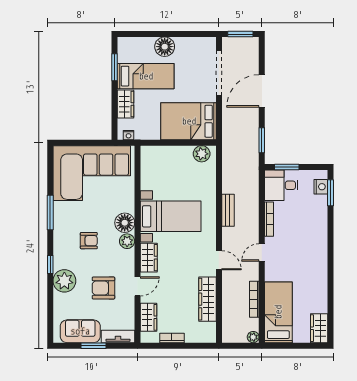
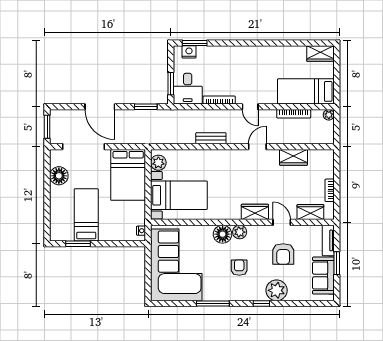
floor lamp: (165, 47) -> (59, 176), moved
wardrobe: (126, 104) -> (112, 233), removed
bed with nightstands: (171, 216) -> (179, 195), moved, turned 90
wardrobe: (207, 299) -> (293, 157), width x0.67

